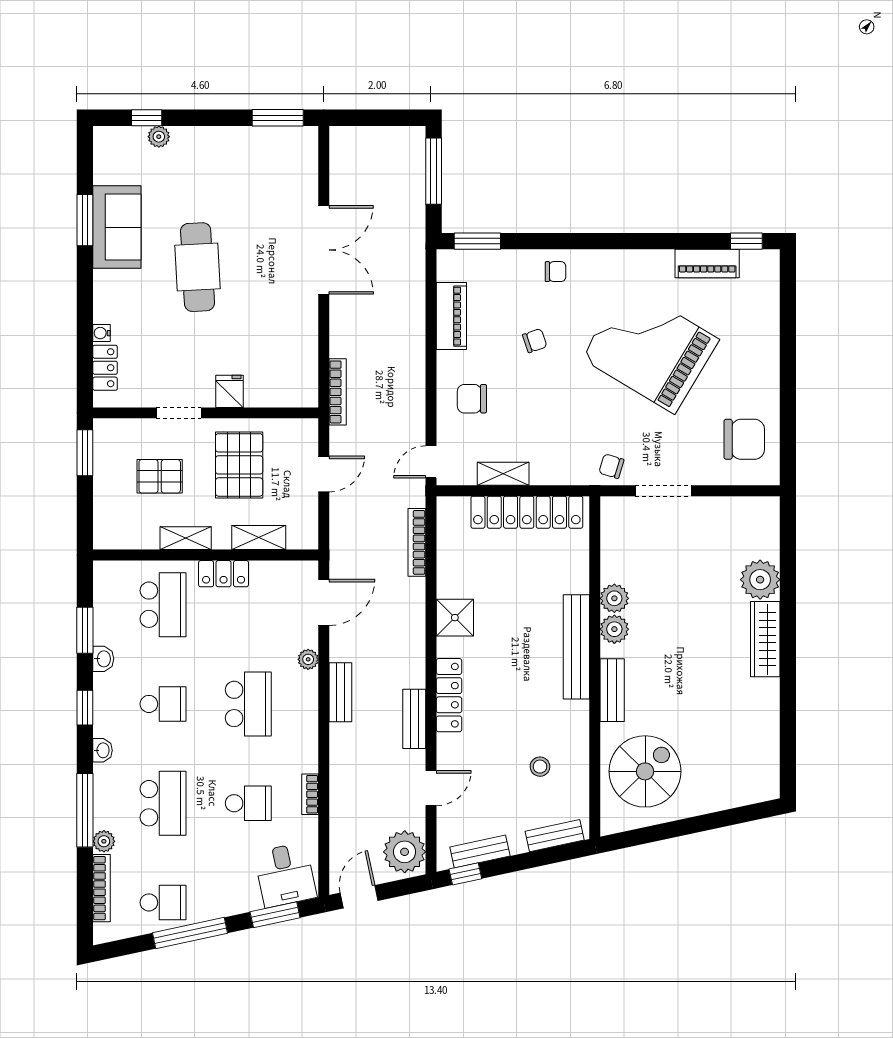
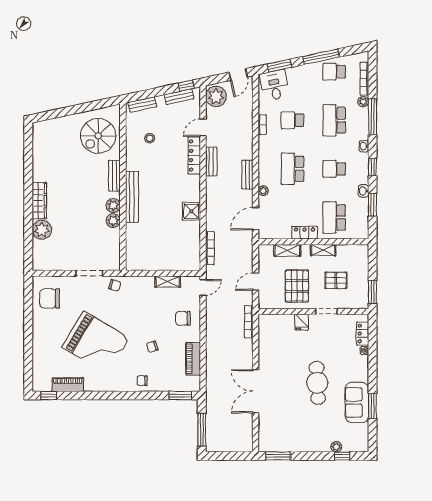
chair: (472, 399) -> (183, 318), turned 180
locker: (527, 512) -> (156, 263), removed
locker: (449, 695) -> (194, 155), moved

